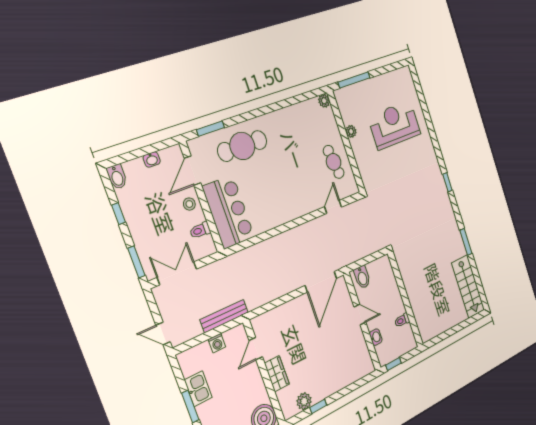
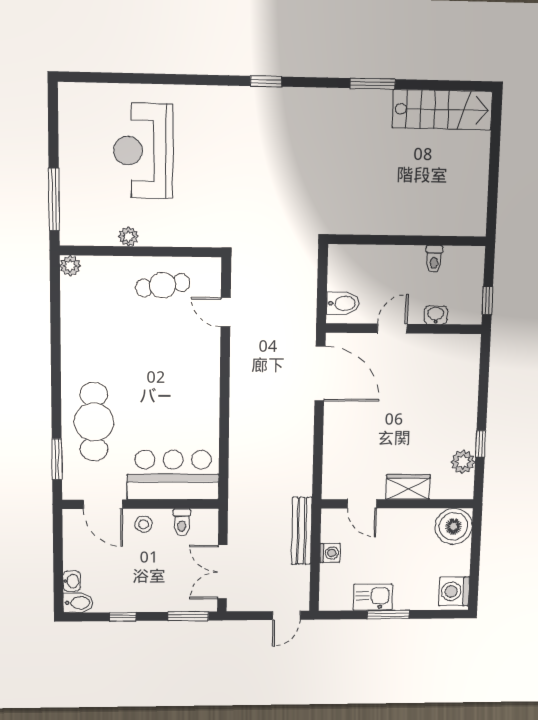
washbasin: (152, 159) -> (72, 581), moved

